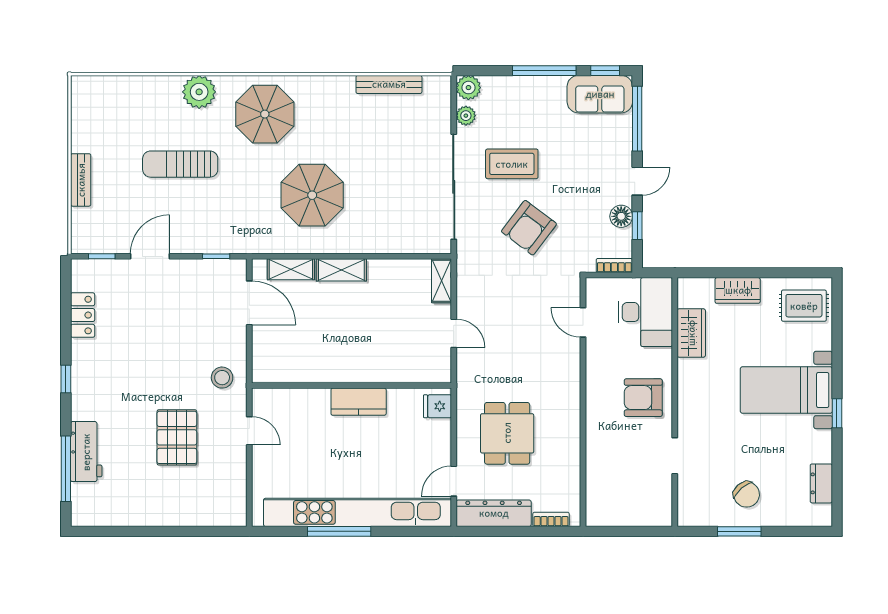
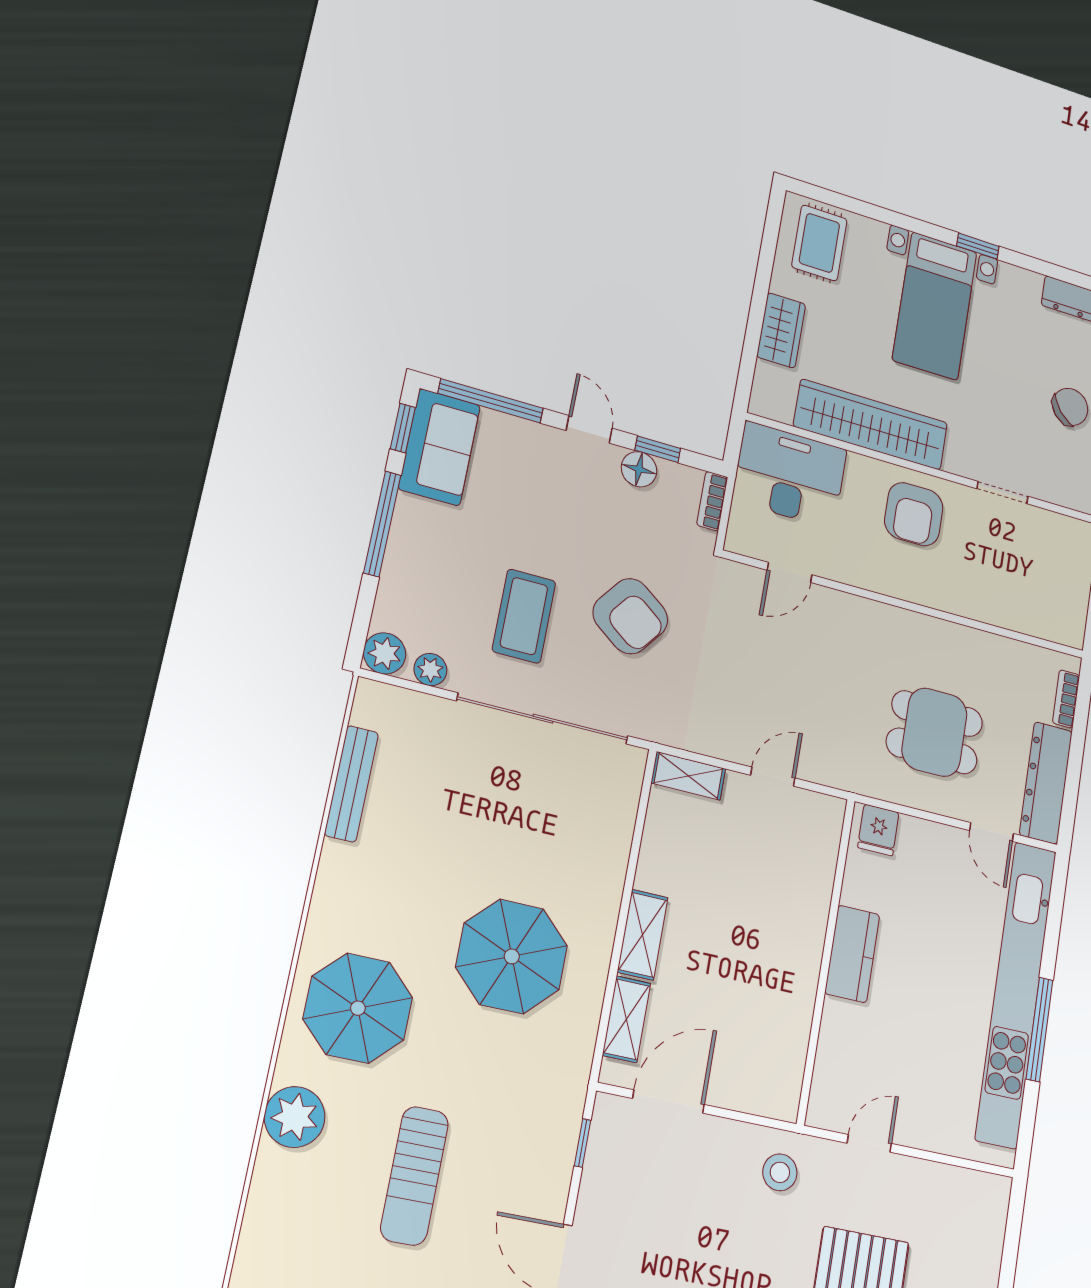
wardrobe: (691, 333) -> (871, 425), width x2.10, depth x1.17

